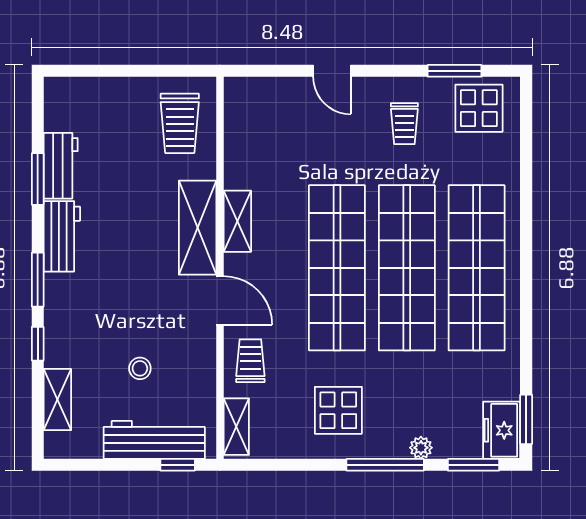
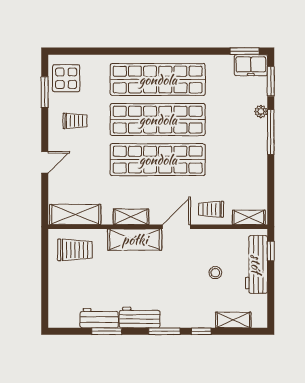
shelving: (241, 124) -> (75, 214), added
display table: (338, 410) -> (239, 159), removed

